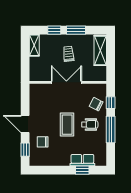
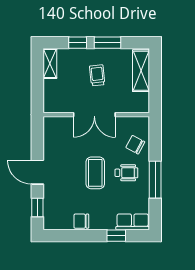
double door: (66, 82) -> (94, 115), swing flipped
window: (111, 103) -> (155, 143), removed
chair: (43, 142) -> (81, 221), moved
row of seats: (82, 160) -> (133, 222), moved

